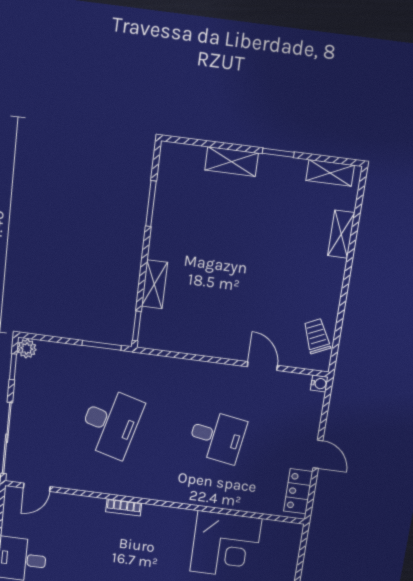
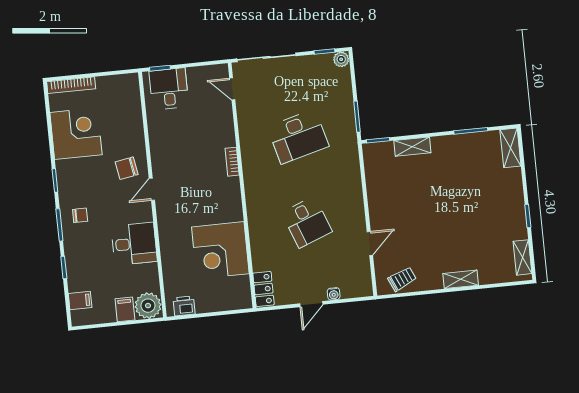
shelving: (232, 162) -> (510, 148), moved
shelving: (341, 234) -> (461, 279), moved
water cooler: (319, 383) -> (334, 294), moved
desk: (111, 423) -> (298, 137), turned -30
desk: (217, 437) -> (307, 222), turned -30
locker: (298, 491) -> (264, 289), moved, turned 90

